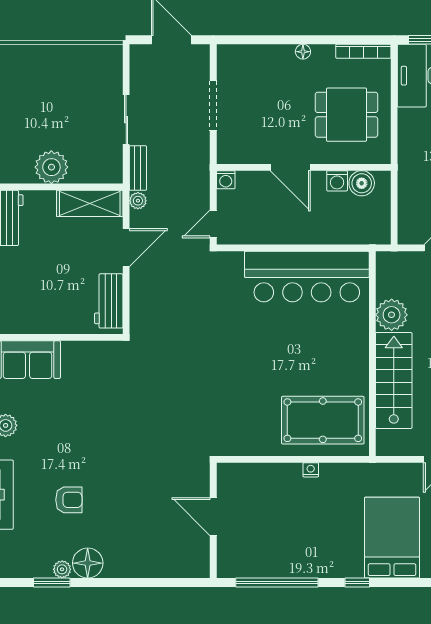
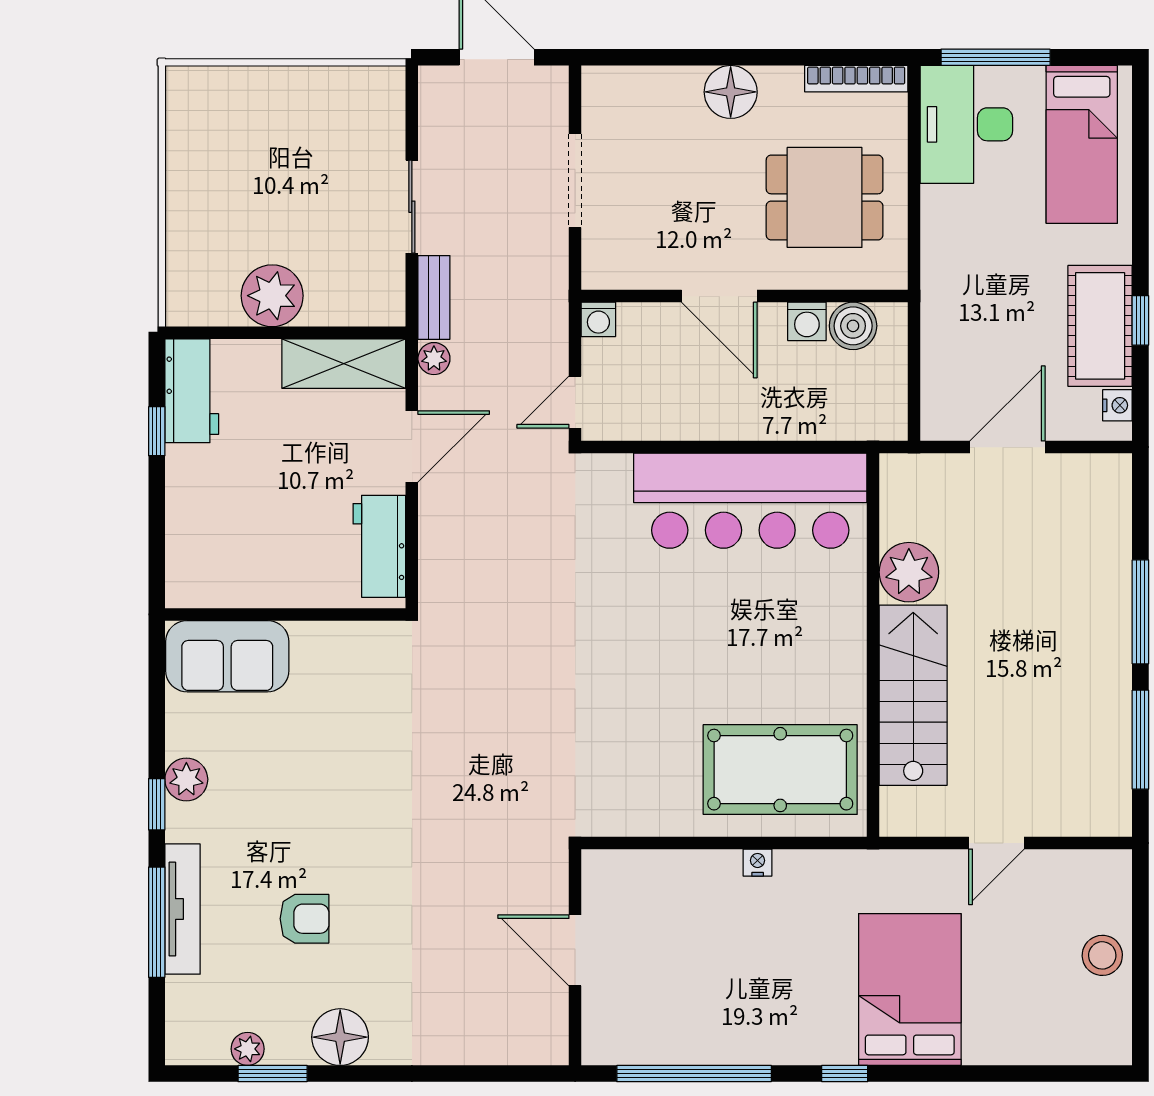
floor lamp: (303, 52) -> (731, 92), width x1.89, depth x1.89
plant: (62, 569) -> (248, 1049), moved

